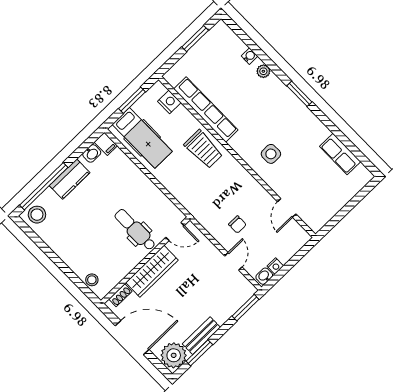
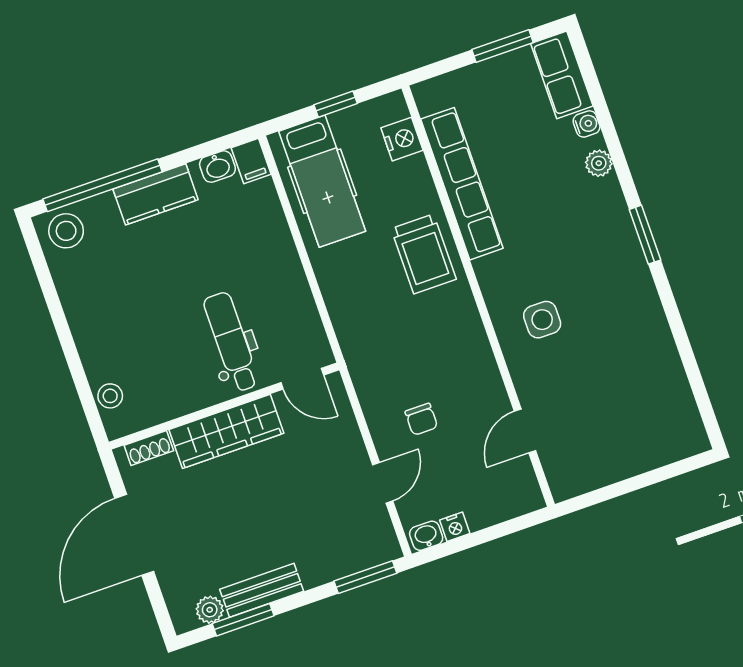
window: (132, 100) -> (336, 104), width x0.67
row of seats: (340, 154) -> (562, 75), moved
door: (132, 338) -> (134, 535), swing flipped
plant: (174, 355) -> (210, 610), width x0.53, depth x0.53

